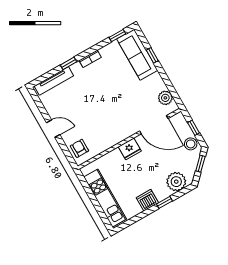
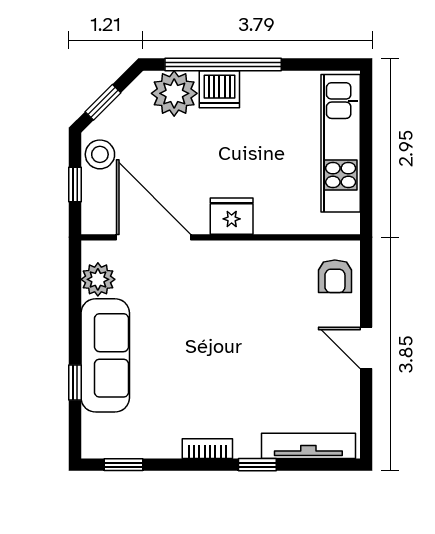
sofa: (137, 55) -> (105, 355), moved
dishwasher: (147, 200) -> (219, 89), moved
window: (164, 202) -> (223, 64), width x3.17

